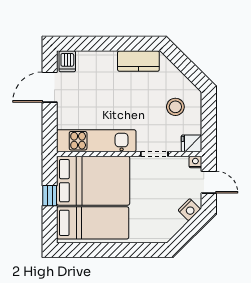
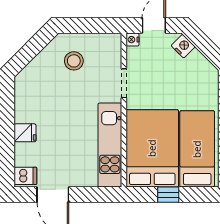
kitchen counter: (138, 61) -> (25, 100), removed
fridge: (192, 143) -> (25, 133), moved, turned -90

